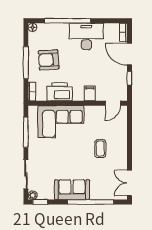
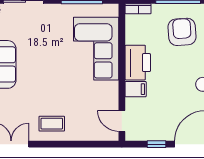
printer: (60, 92) -> (138, 63), moved
coffee table: (100, 149) -> (52, 124), moved

